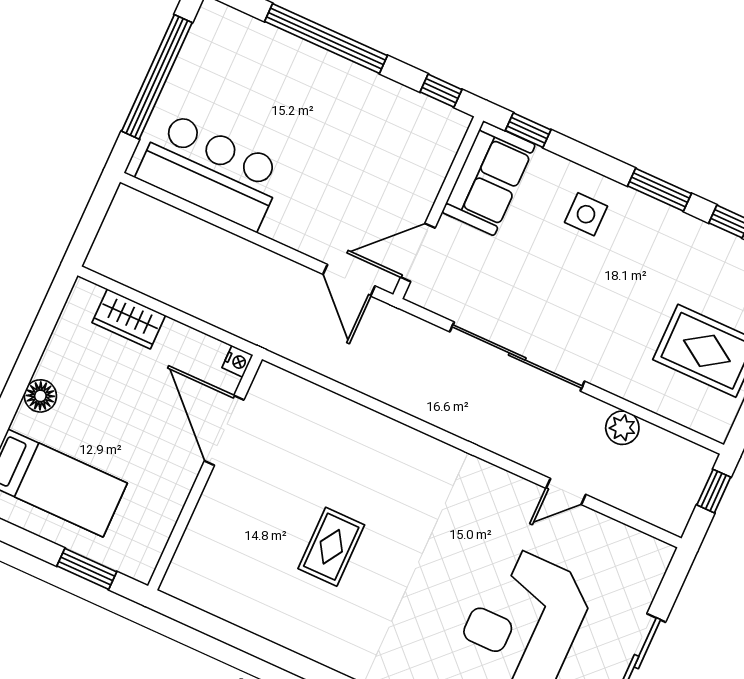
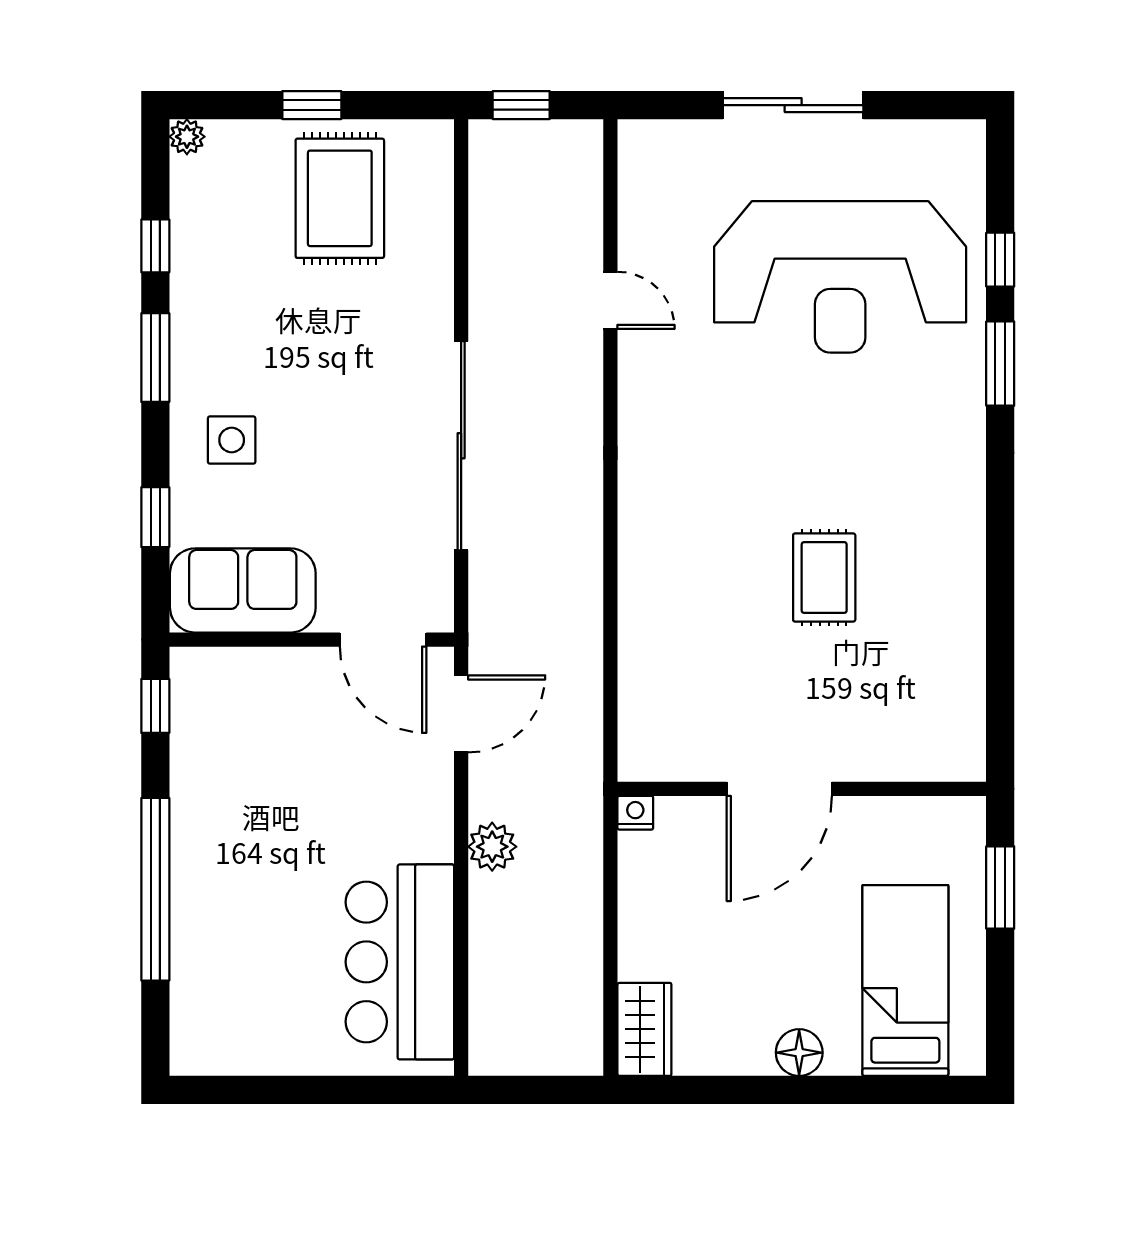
window: (157, 77) -> (307, 1090), removed
window: (528, 130) -> (155, 517), moved
wardrobe: (129, 319) -> (644, 1029), moved
plant: (622, 428) -> (492, 847), moved
door: (224, 430) -> (779, 789), moved
rug: (331, 547) -> (824, 578), turned 90

